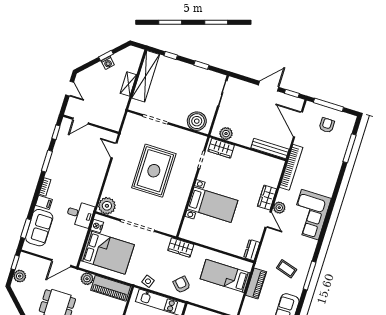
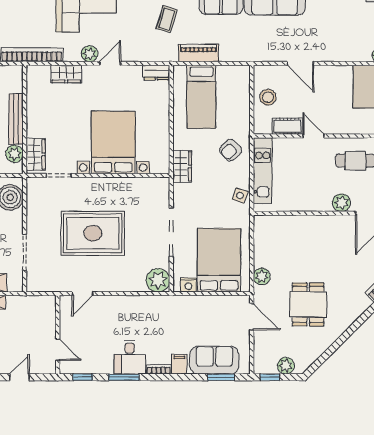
bench: (270, 149) -> (16, 119), moved
wardrobe: (267, 198) -> (66, 74), moved
bed with nightstands: (212, 205) -> (113, 142), width x1.36
desk: (80, 214) -> (130, 357), moved, turned 180
piano: (111, 288) -> (264, 242), removed

